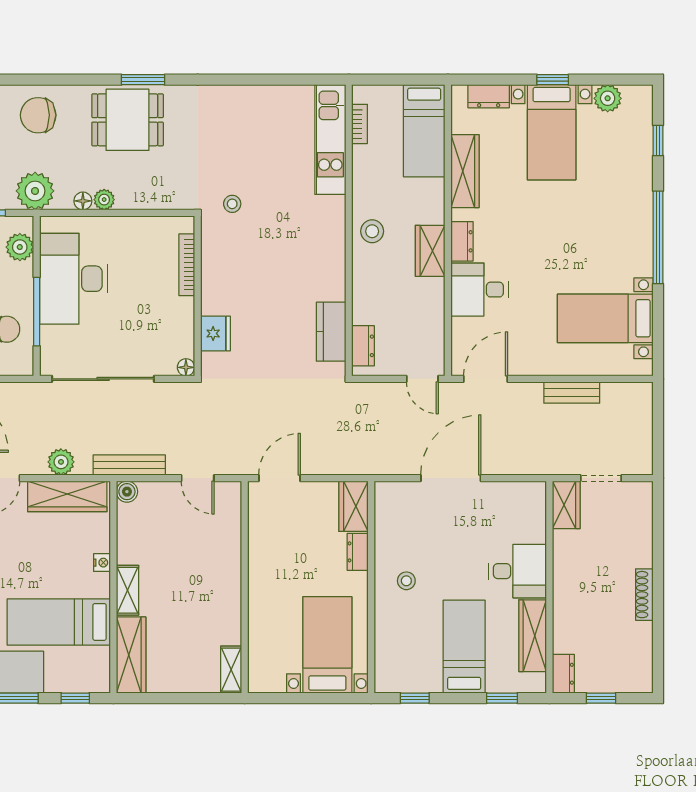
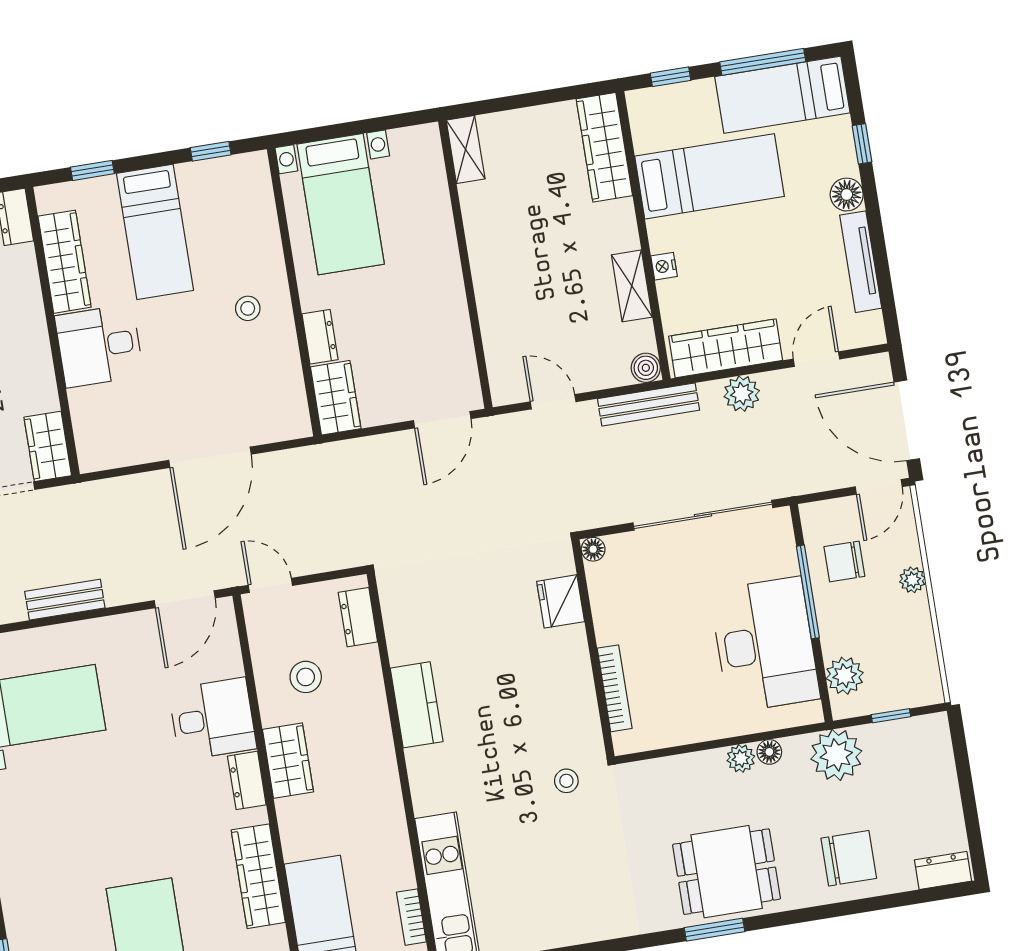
stool: (372, 231) -> (306, 677), moved
kitchen counter: (331, 332) -> (417, 705), moved
shelving: (127, 590) -> (632, 286), moved

